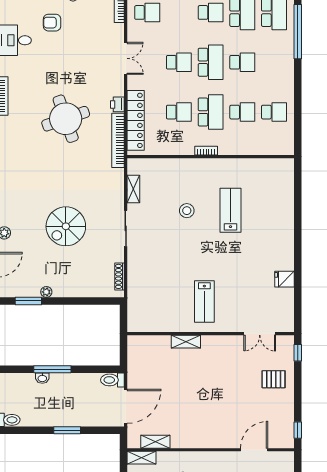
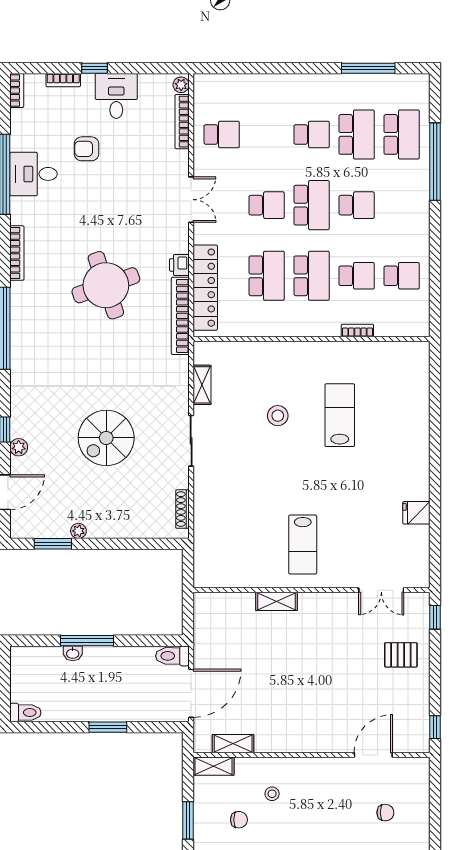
school desk: (179, 112) -> (267, 276), width x1.85
bookcase: (206, 151) -> (357, 331), moved

